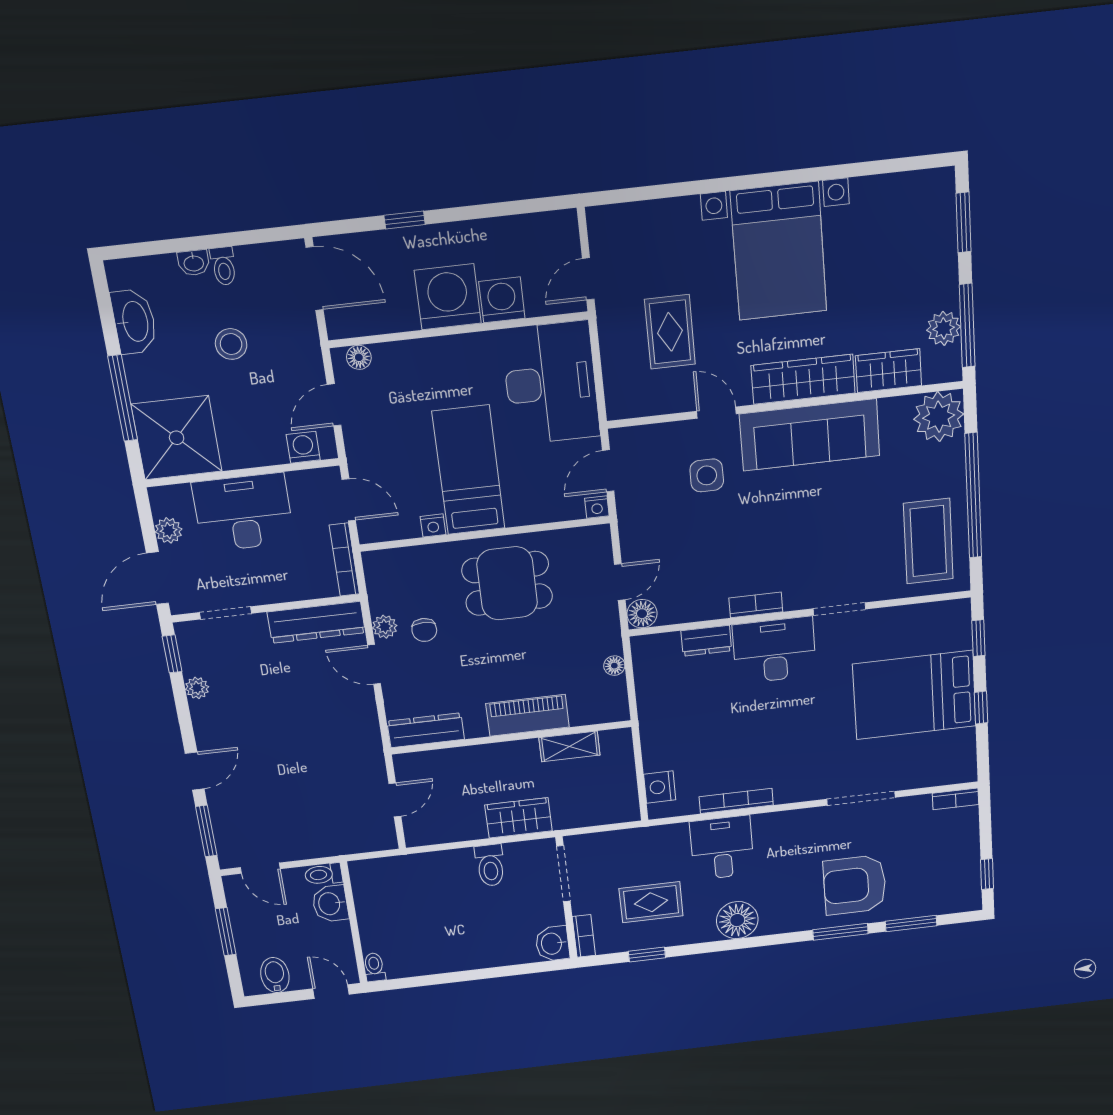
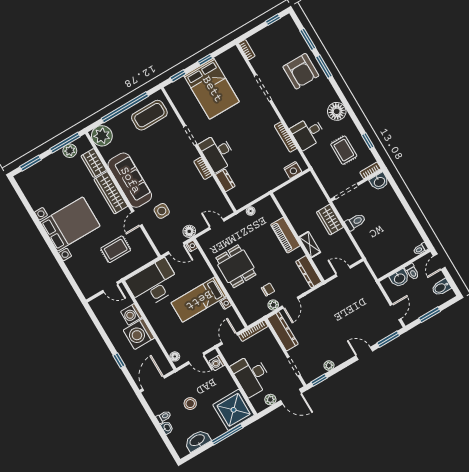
floor lamp: (642, 614) -> (189, 231), moved
shelving: (569, 746) -> (310, 245), moved
toilet: (324, 874) -> (412, 272), moved

